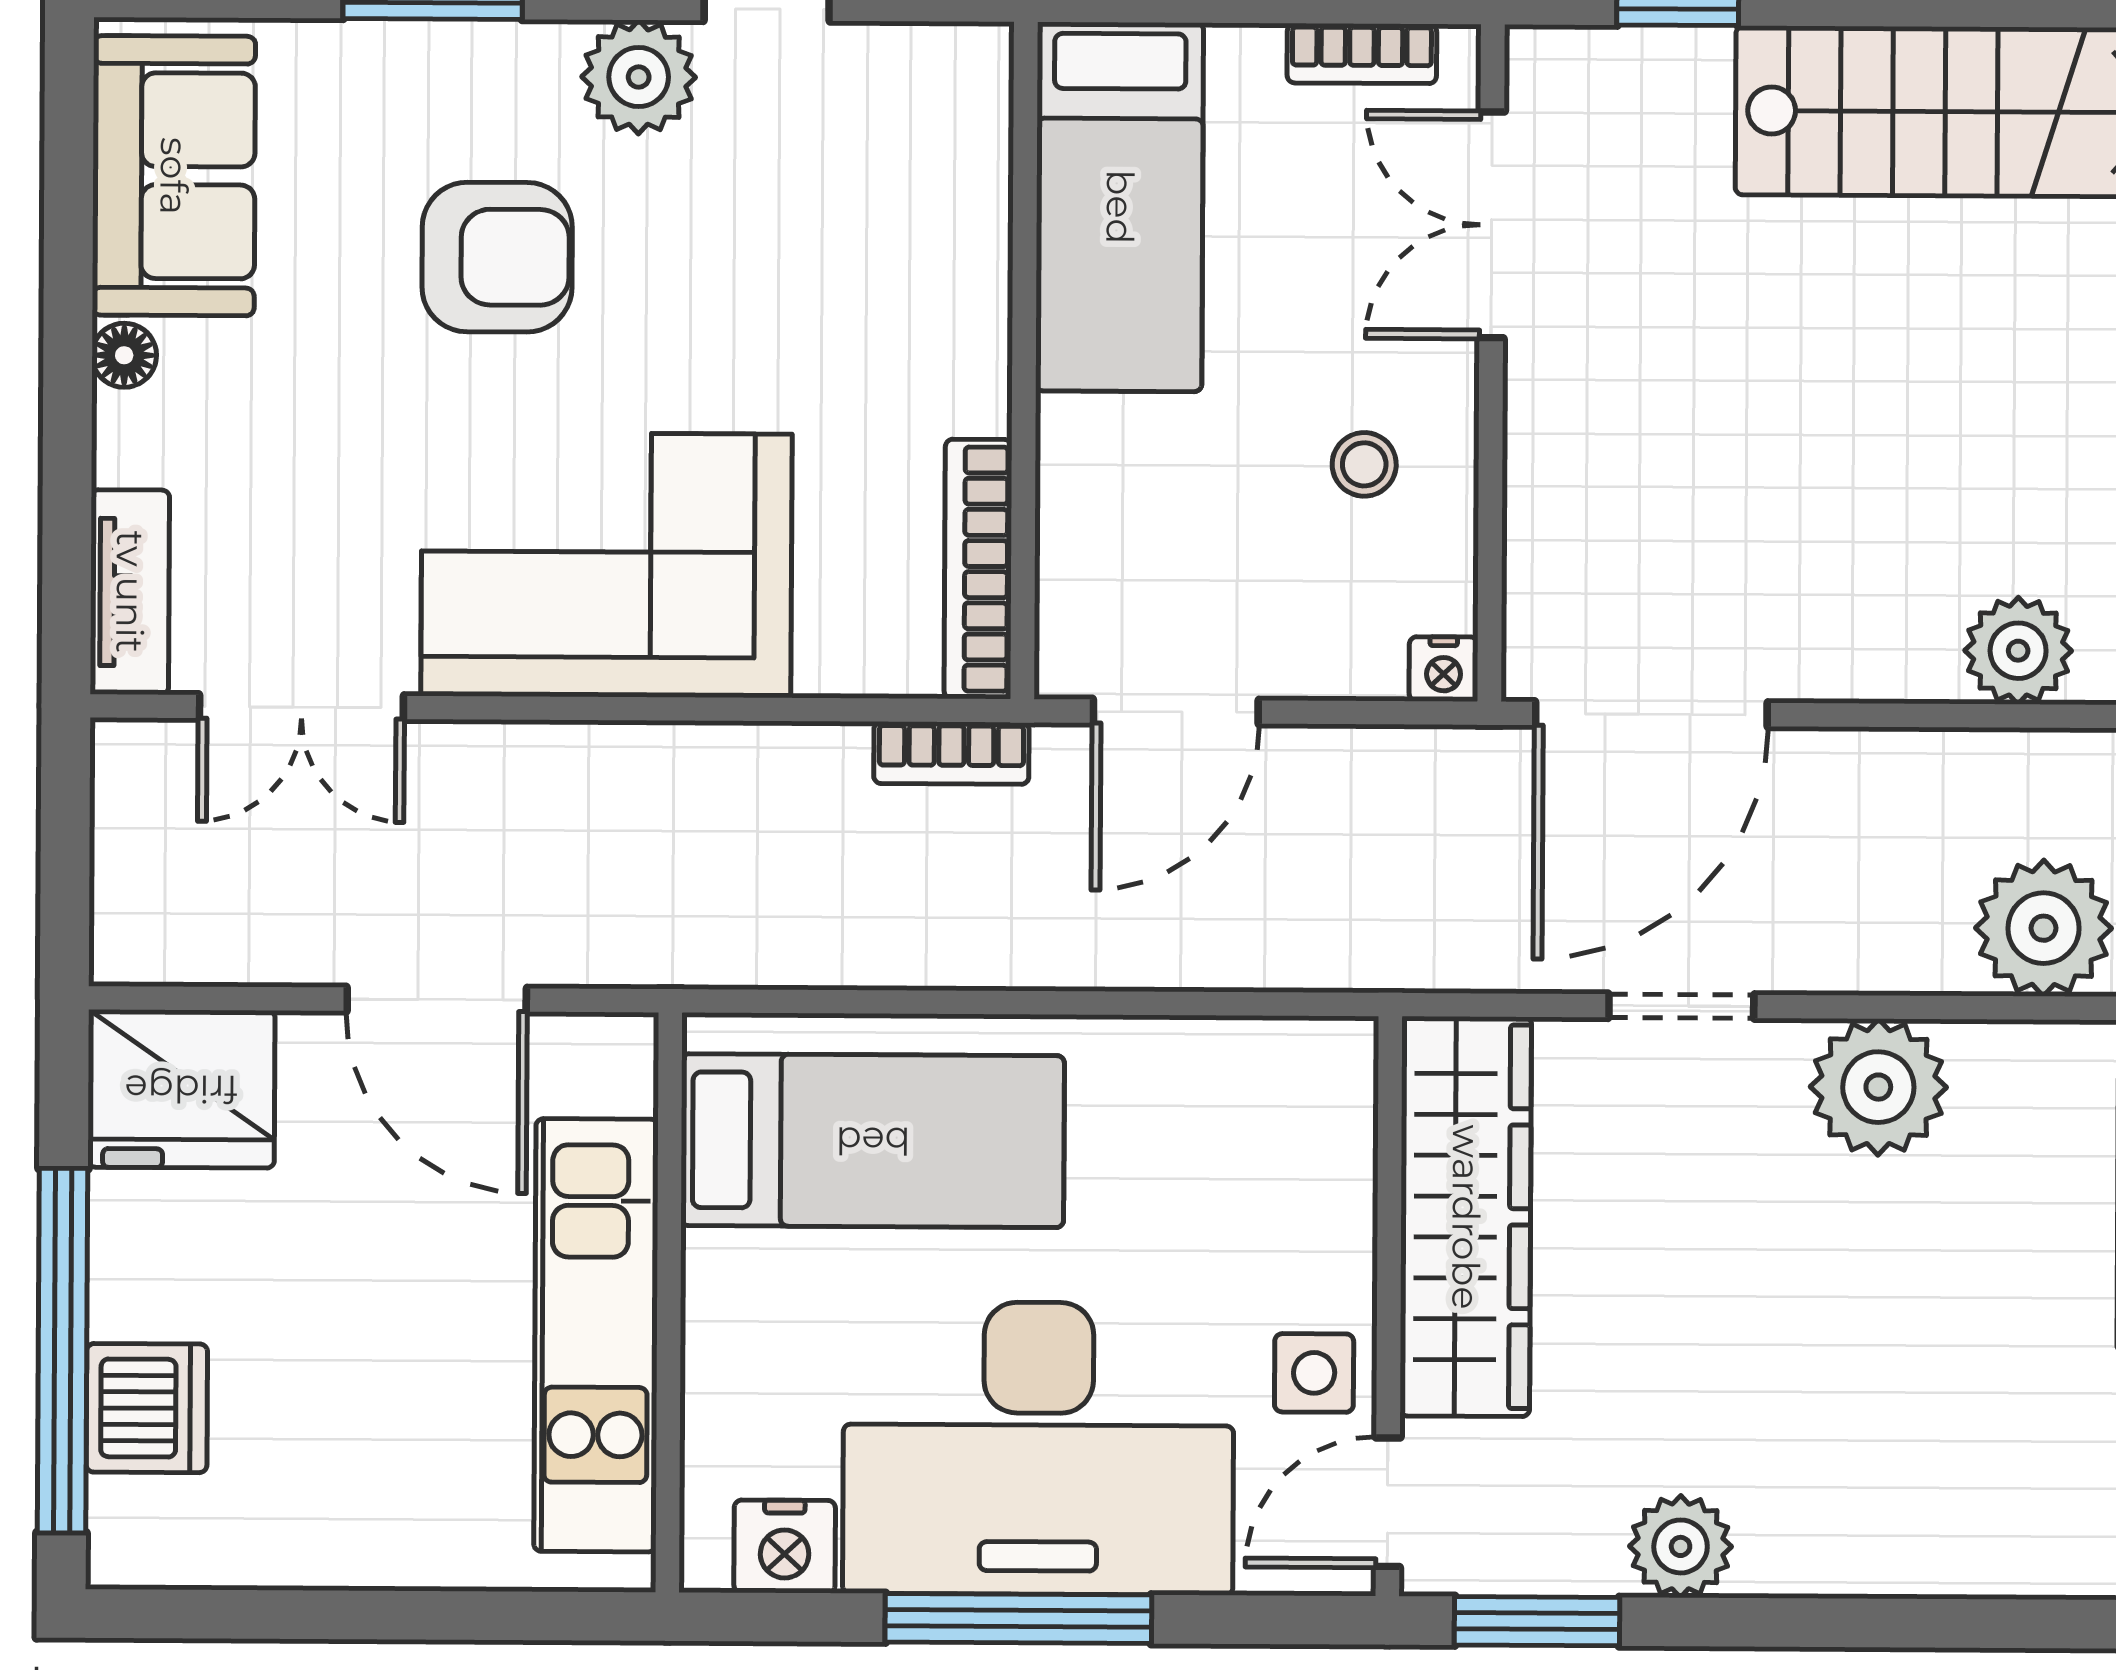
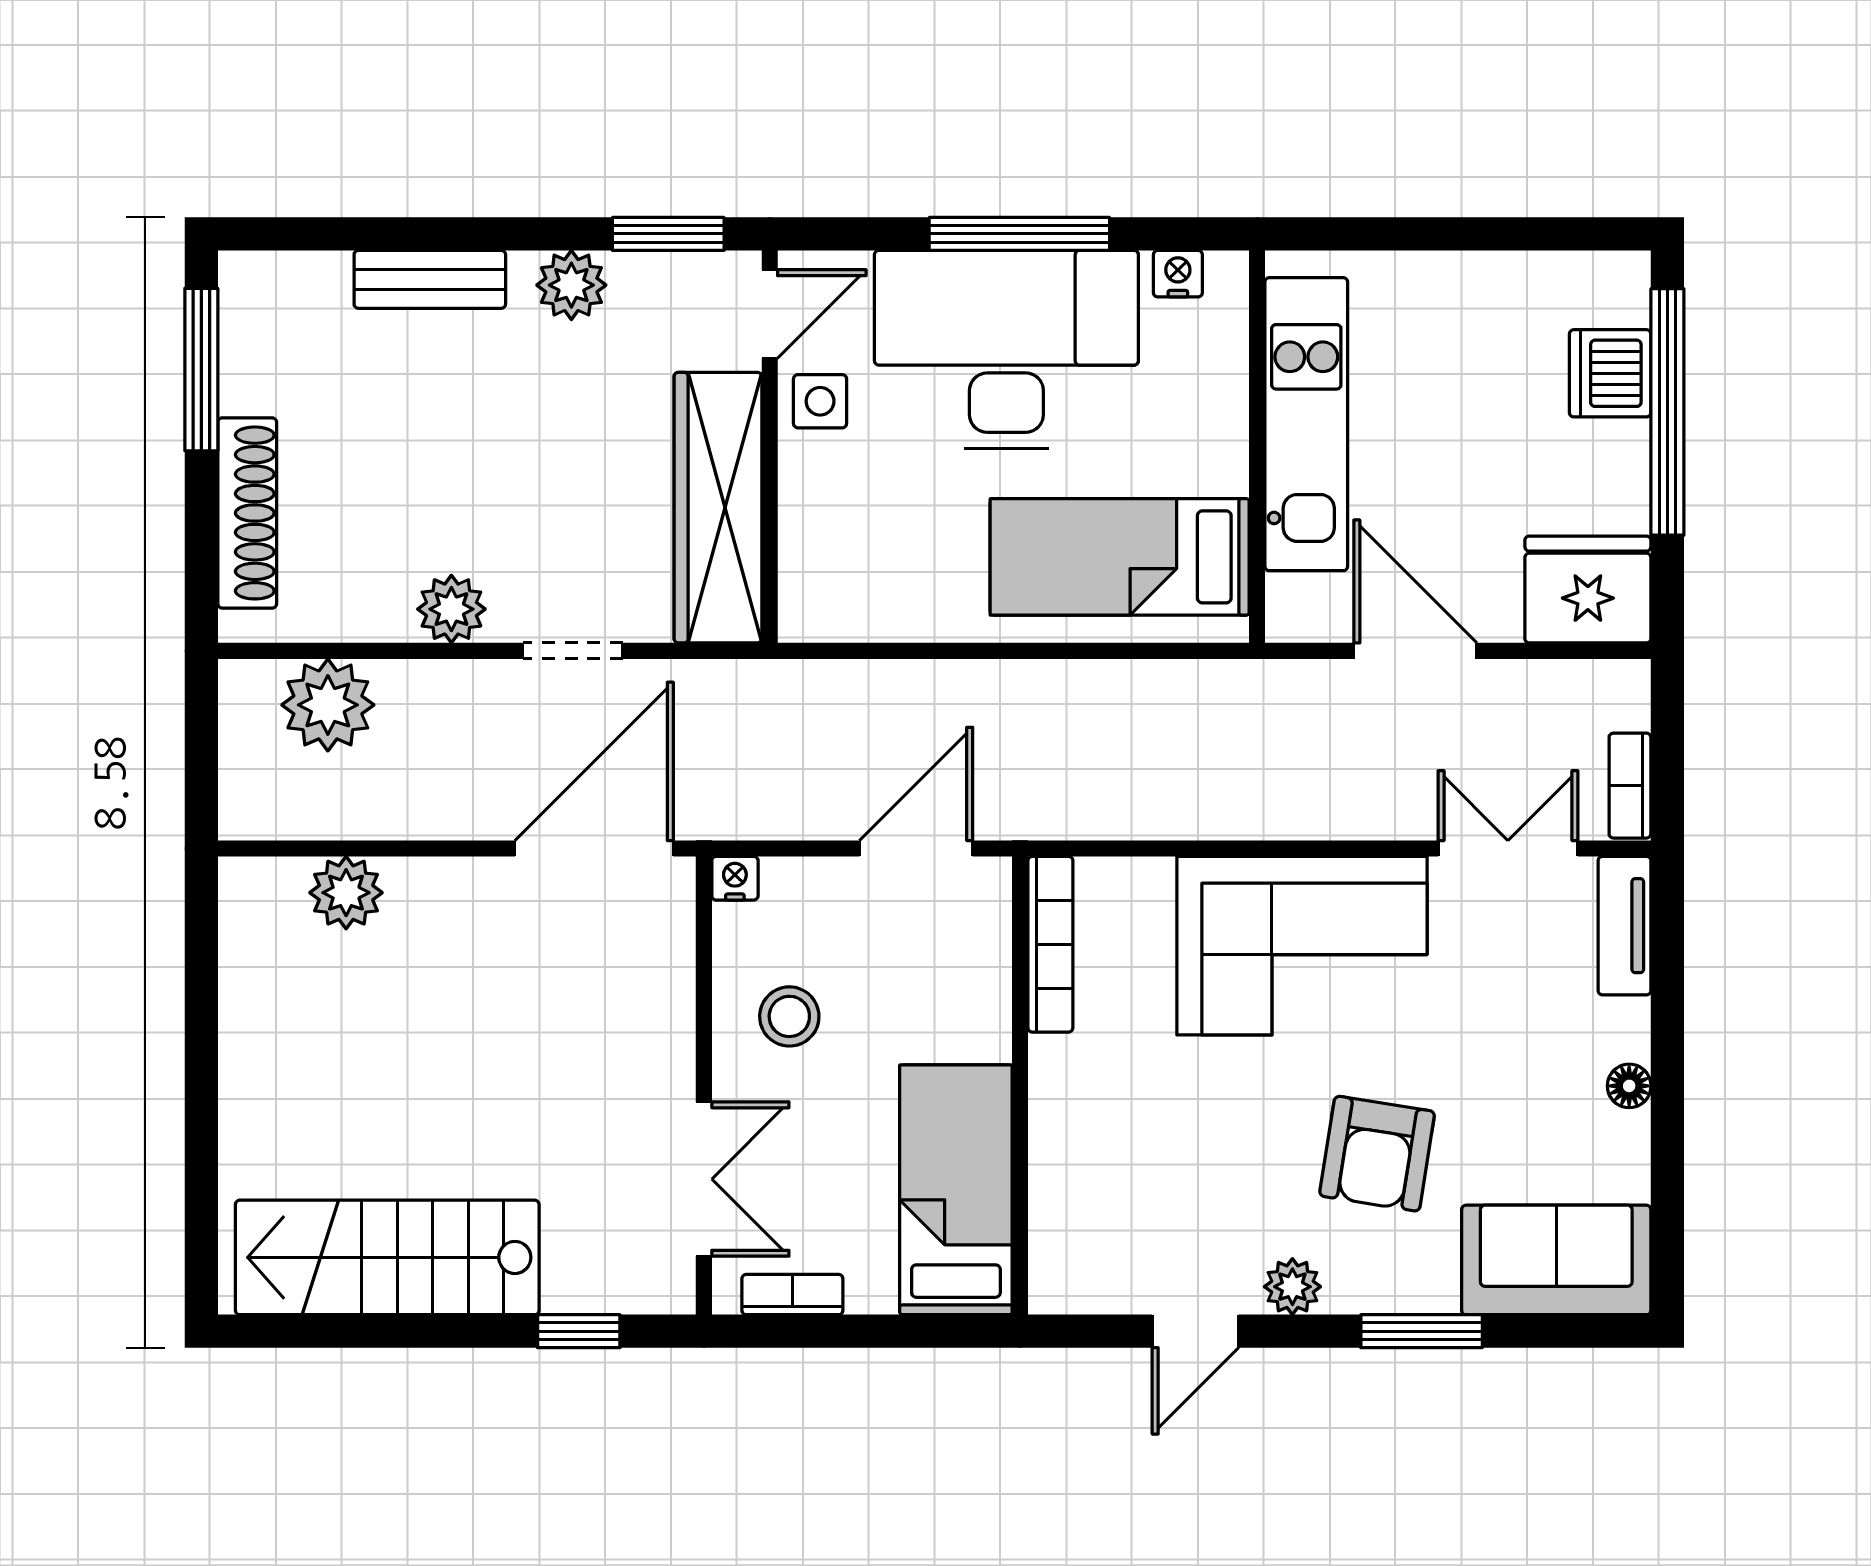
plant: (639, 77) -> (1292, 1287), width x0.73, depth x0.73
sofa: (174, 176) -> (1556, 1260), moved, turned 90
armchair: (497, 257) -> (1377, 1154), turned -81
stool: (1364, 464) -> (789, 1016), width x1.37, depth x1.37
bookcase: (951, 753) -> (1630, 786), moved, turned -90
plant: (1878, 1087) -> (451, 609), width x0.73, depth x0.73
nightstand: (785, 1547) -> (1178, 274), width x0.72, depth x0.74
bench: (1890, 1556) -> (430, 279), added

